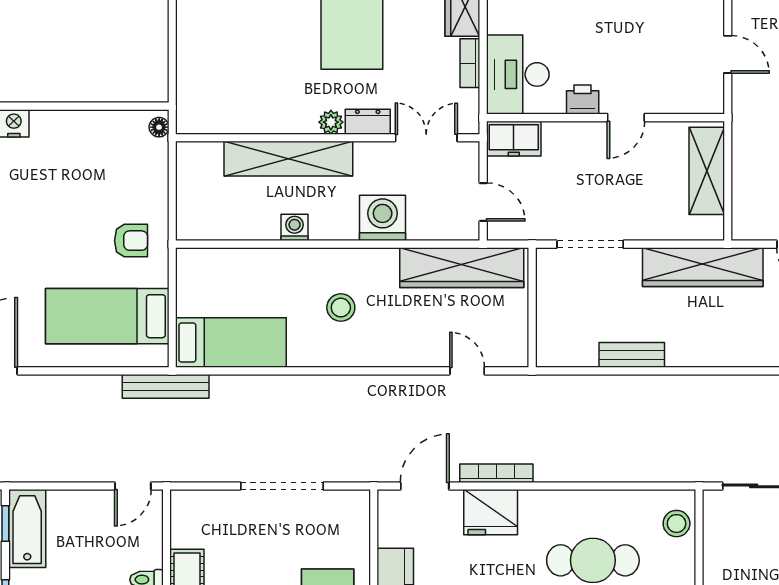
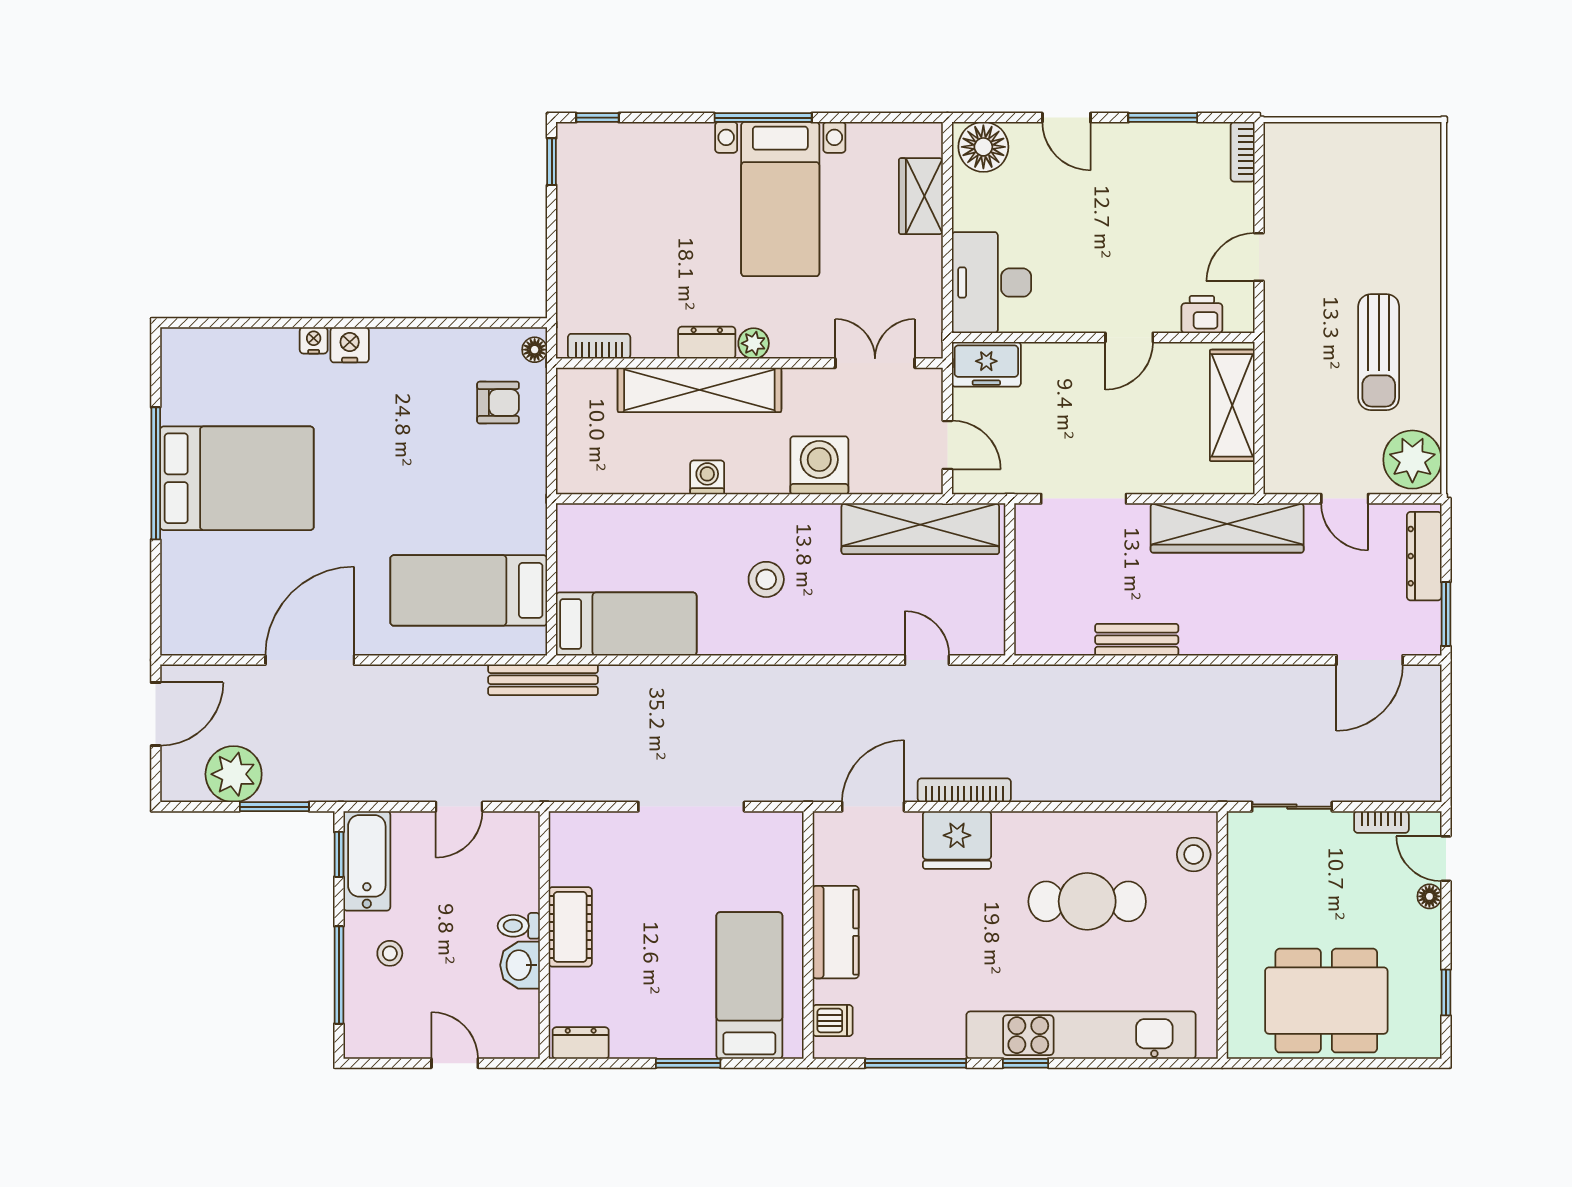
door: (728, 54) -> (1259, 257), swing flipped
bookcase: (470, 63) -> (599, 346), moved, turned 90
printer: (583, 99) -> (1202, 314), moved
dresser: (368, 122) -> (707, 343), moved
armchair: (131, 241) -> (498, 403), moved
door: (133, 486) -> (459, 807), moved

